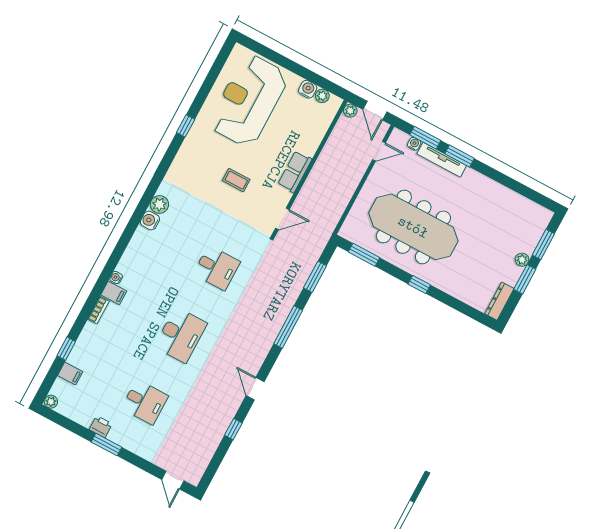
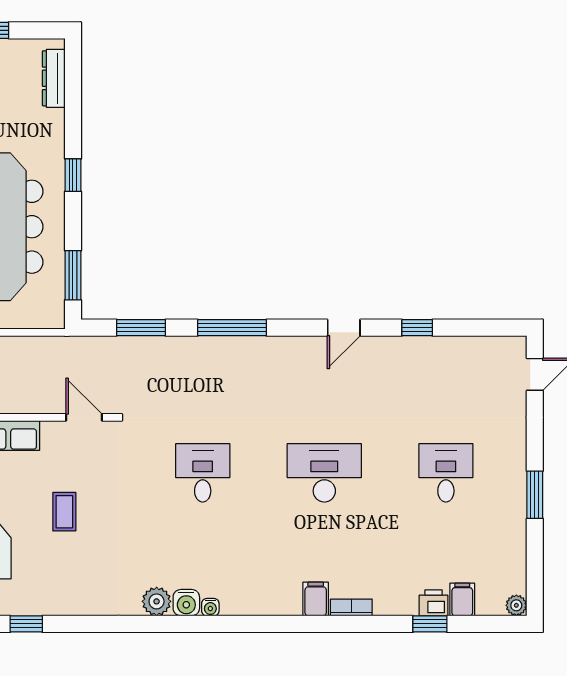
water cooler: (116, 278) -> (210, 607), moved
dresser: (499, 301) -> (54, 78), moved, turned 90
printer: (101, 427) -> (434, 603), moved, turned 90

